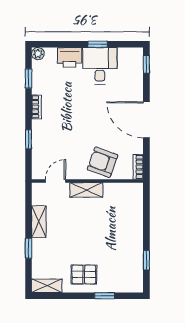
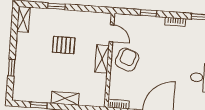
armchair: (102, 162) -> (127, 60), moved
shelving: (39, 222) -> (65, 98), moved
pallet: (84, 274) -> (64, 45), moved, turned 90

